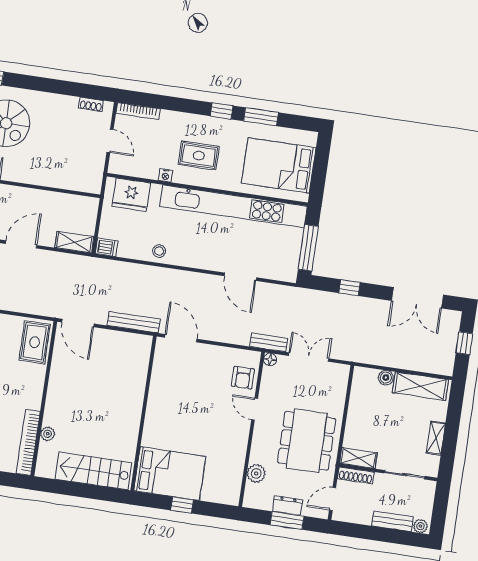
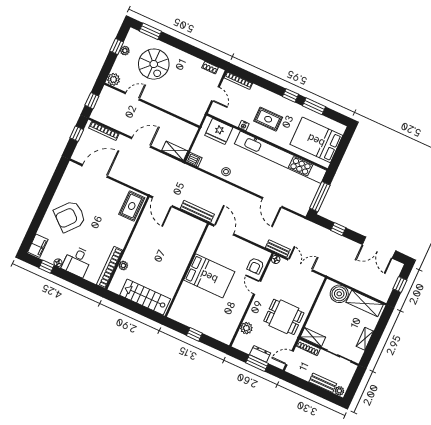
boiler: (386, 378) -> (339, 294), width x1.86, depth x1.86
dining table: (307, 441) -> (284, 317), width x0.73
bed: (170, 474) -> (209, 276), moved

